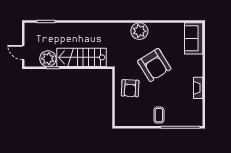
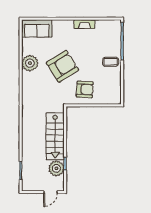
plant: (139, 31) -> (30, 63), moved

